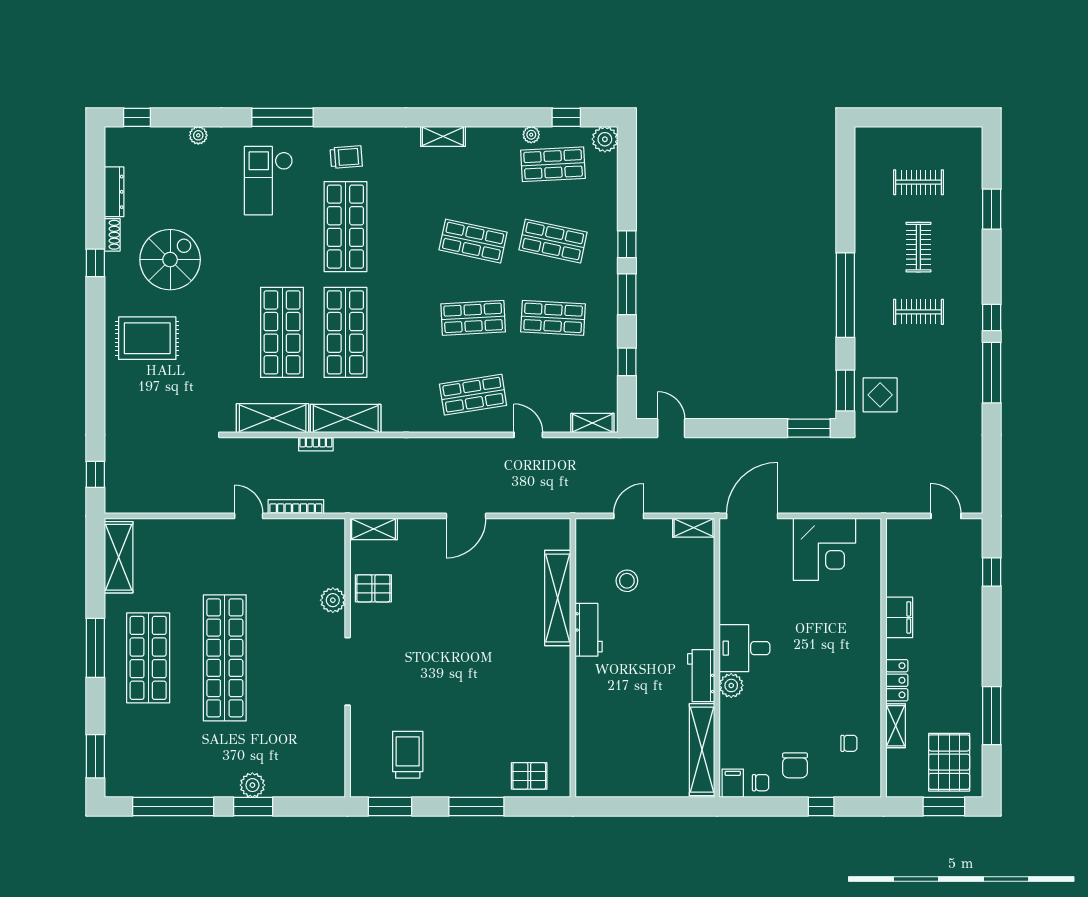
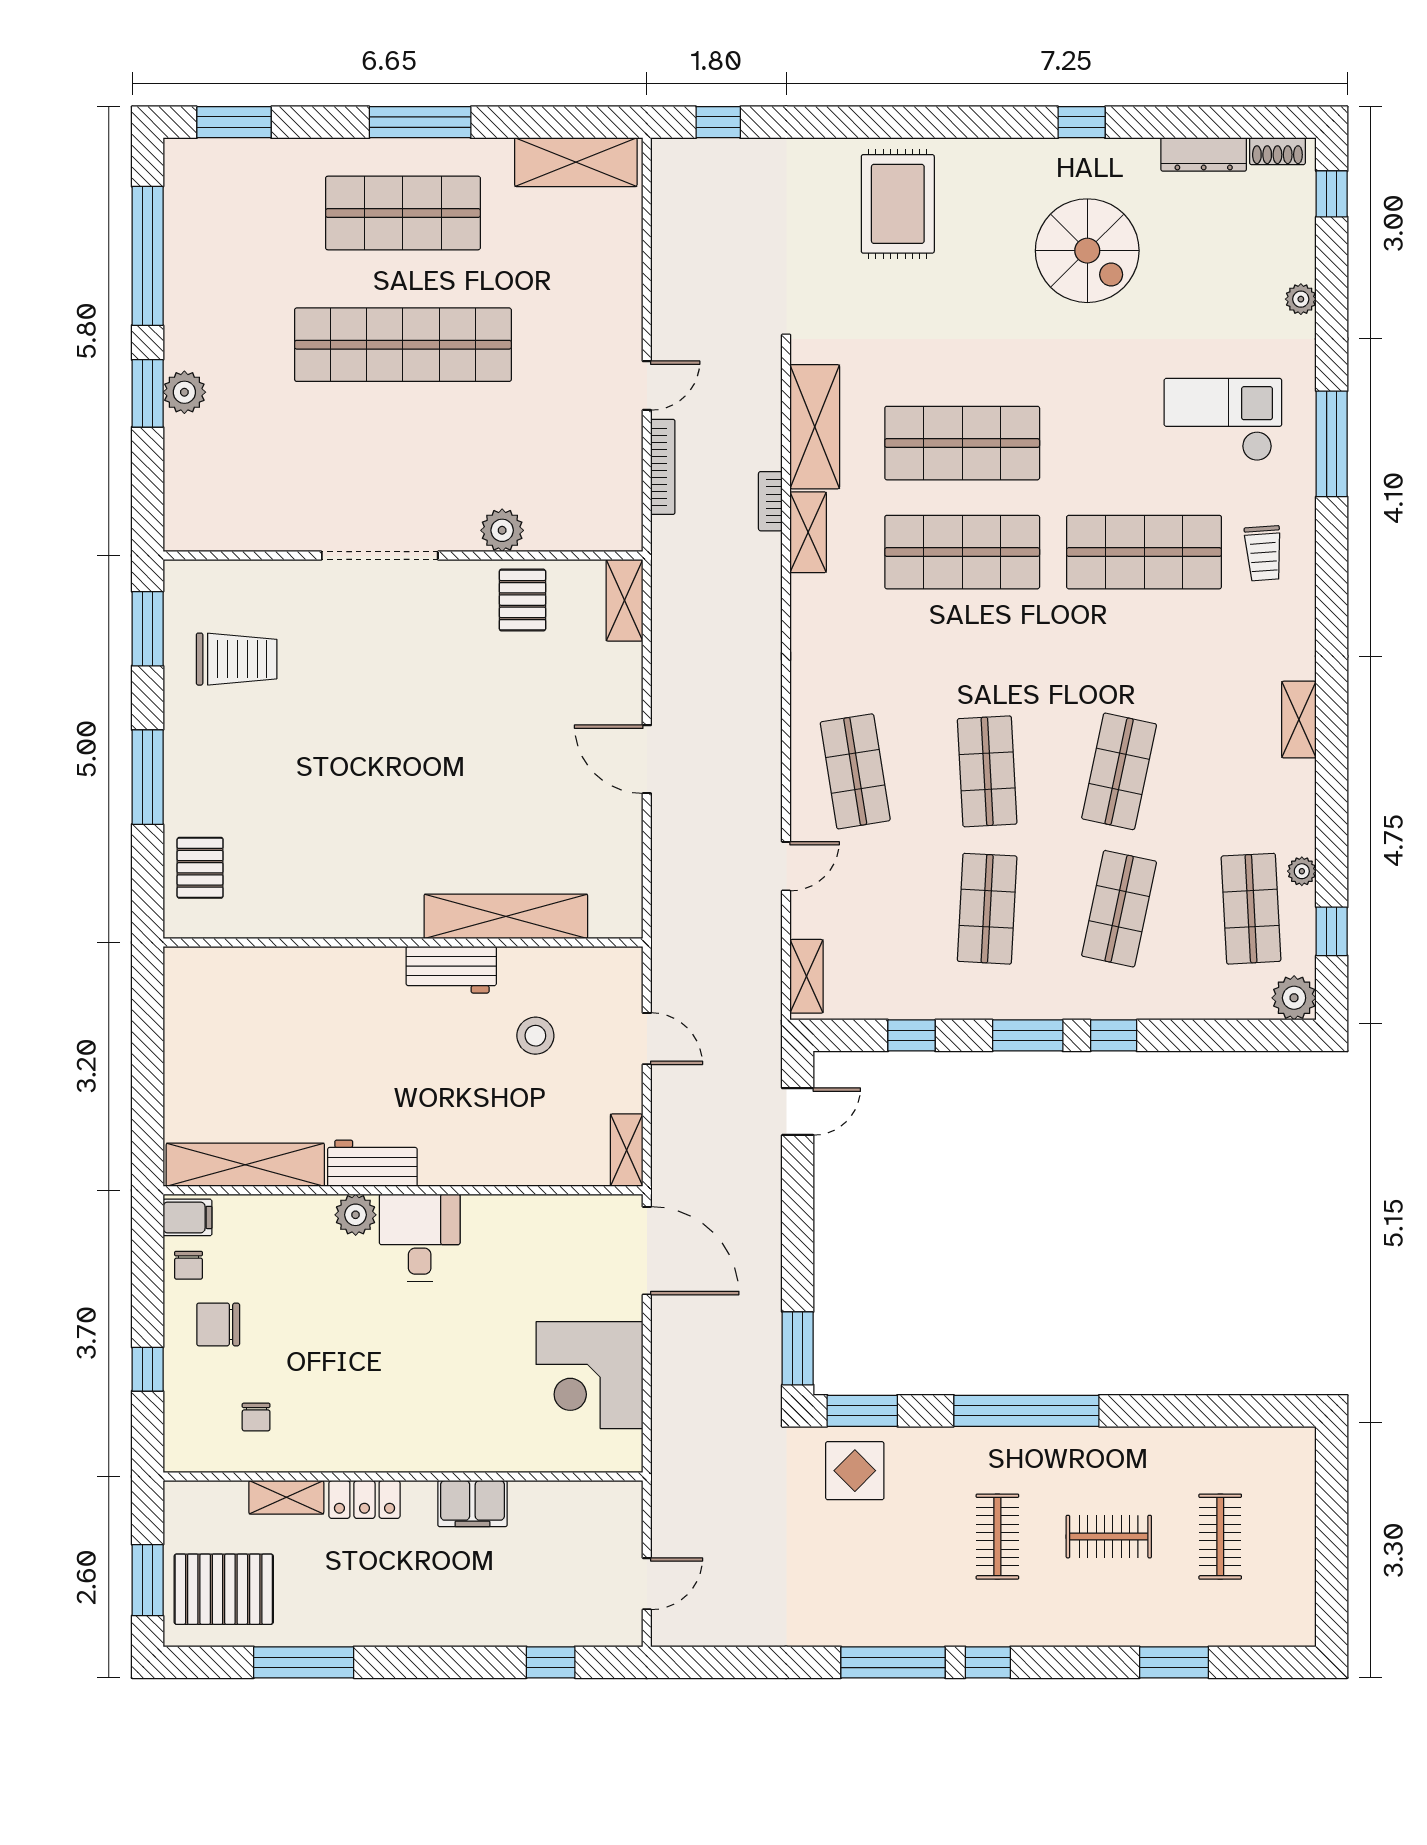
shoe rack: (112, 235) -> (1277, 151), moved
rug: (147, 338) -> (898, 204), moved
shelving: (346, 419) -> (808, 532), width x0.67, depth x0.75

